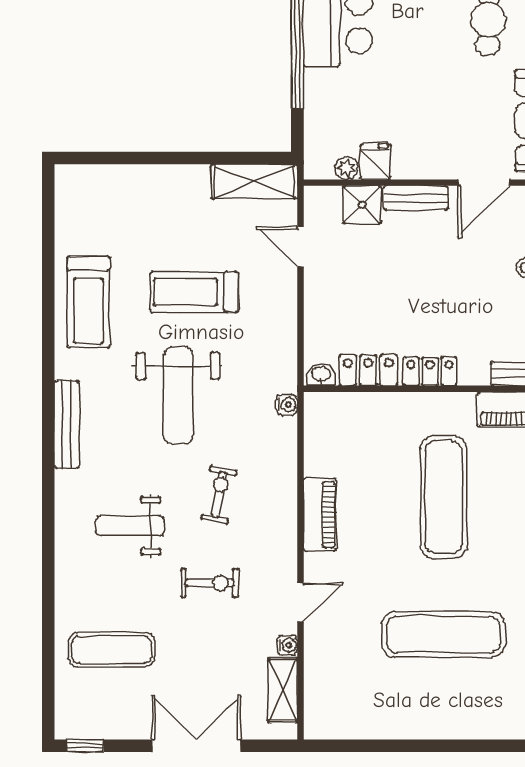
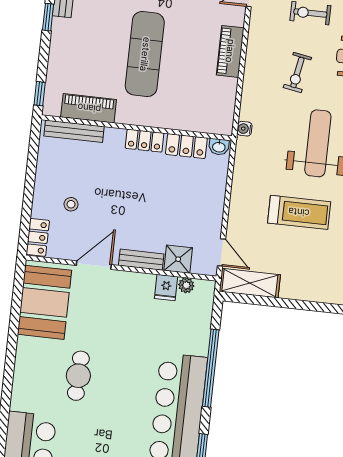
door: (300, 247) -> (221, 252), moved

